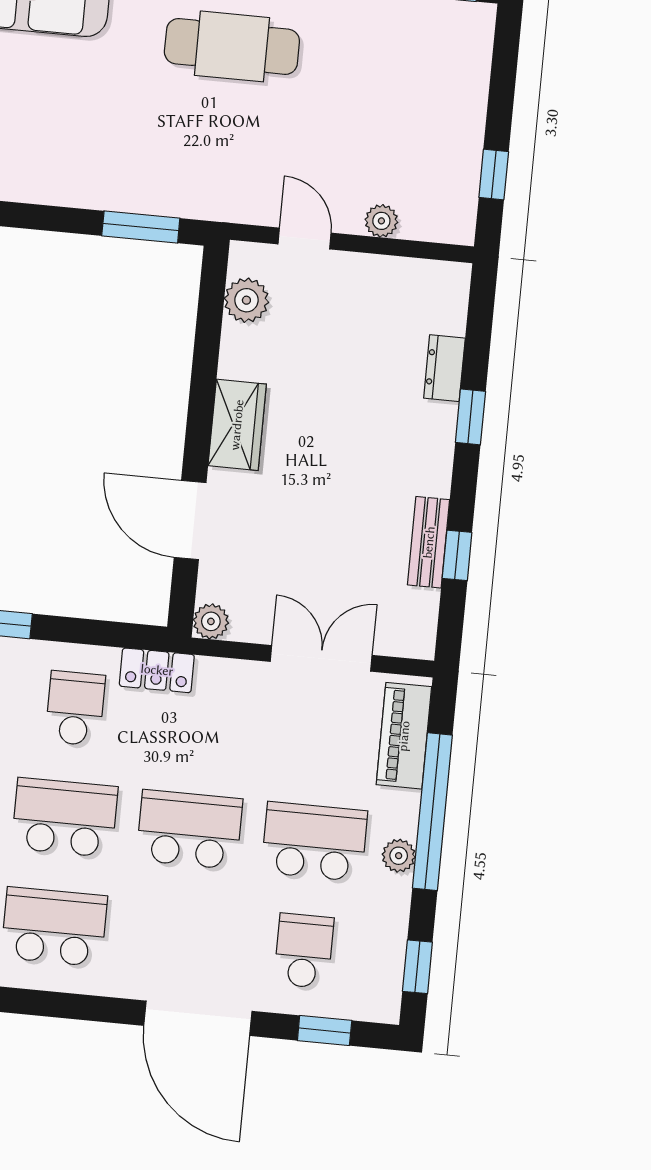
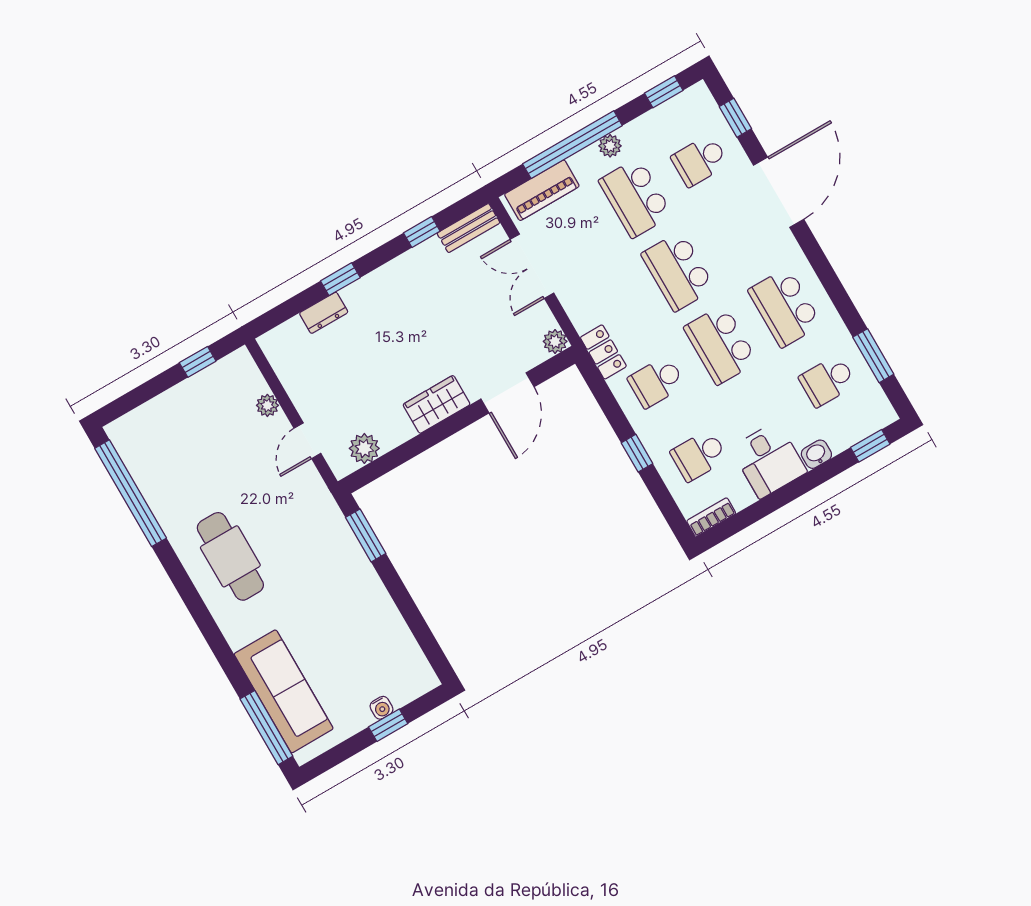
bench: (429, 542) -> (469, 228), moved

